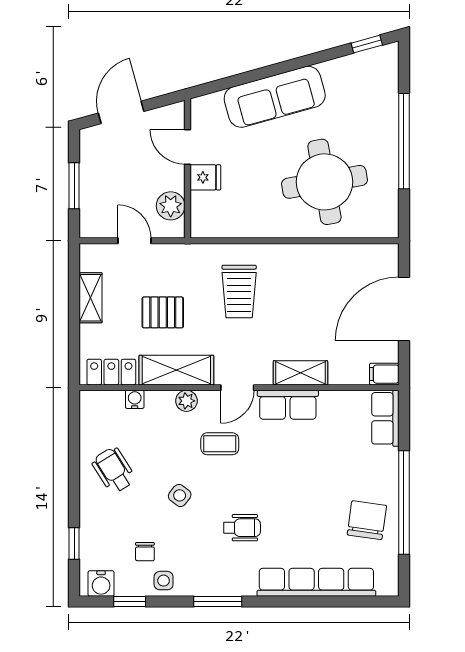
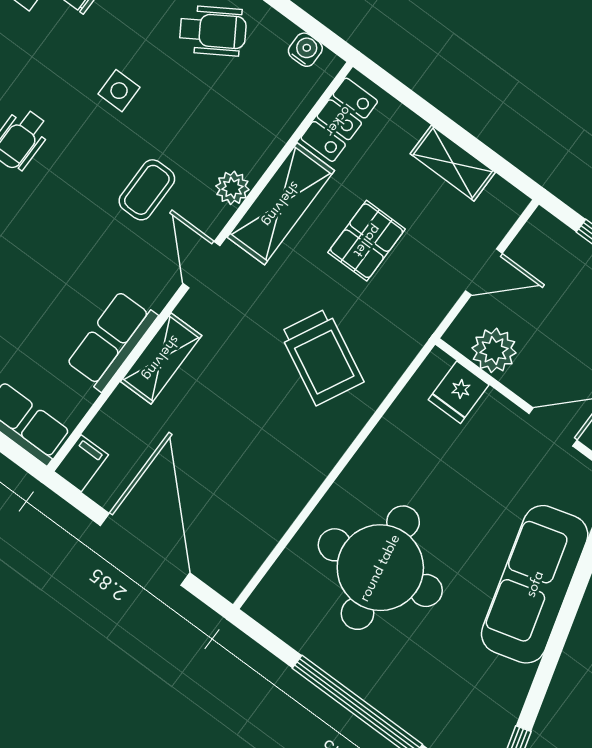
fridge: (205, 177) -> (459, 392), moved
trolley: (239, 291) -> (322, 357), turned -153
water cooler: (135, 399) -> (305, 50), moved, turned -90
row of seats: (288, 405) -> (112, 341), moved
side table: (180, 495) -> (119, 91), turned -38

